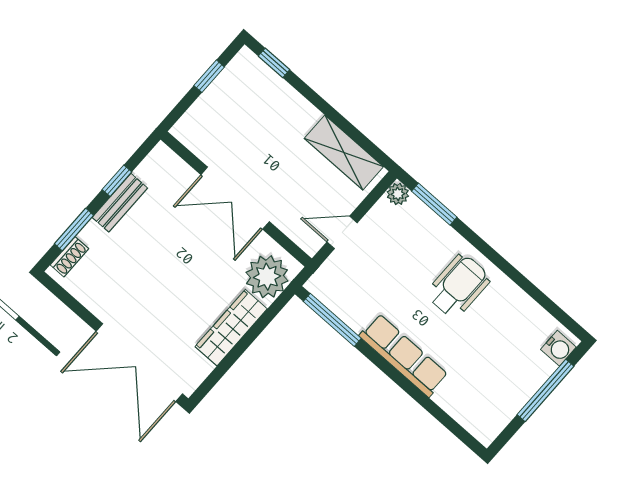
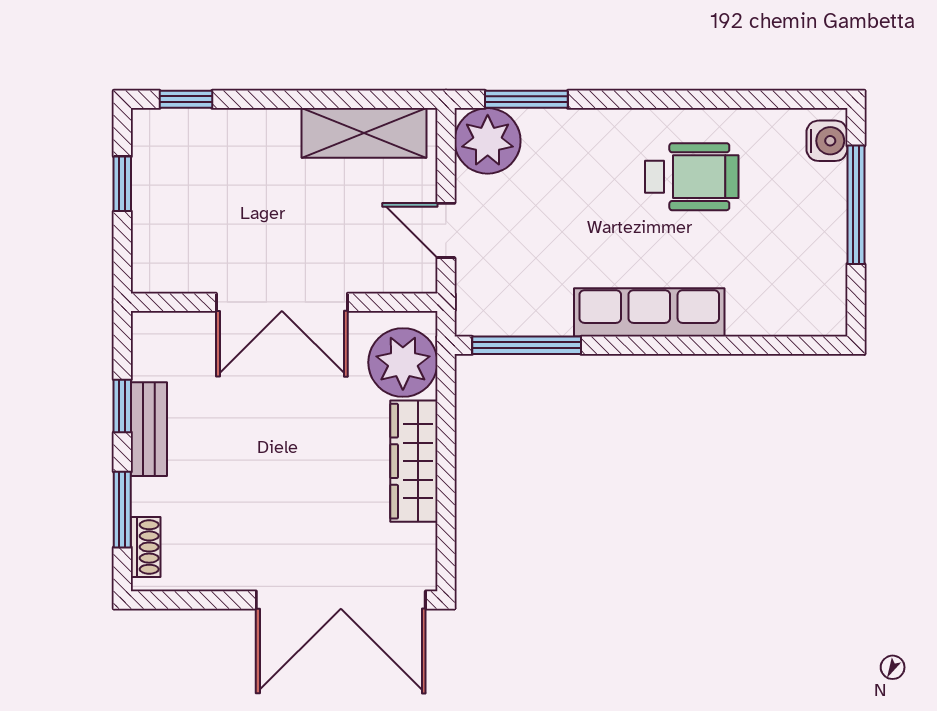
plant: (398, 194) -> (488, 141), width x1.88, depth x1.88
door: (342, 232) -> (446, 230), hinge flipped
wheelchair: (458, 286) -> (692, 177), moved, turned 90

